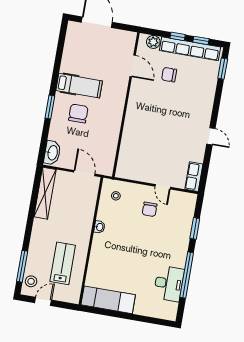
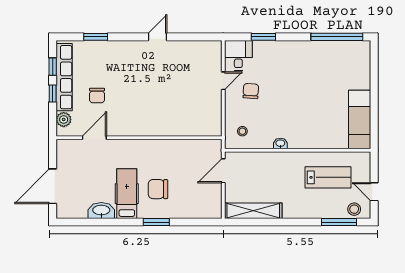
window: (223, 69) -> (96, 37), moved
washbasin: (52, 153) -> (101, 211), moved
row of seats: (194, 177) -> (206, 48), removed
chair: (150, 209) -> (251, 91), turned -86
lab bench: (63, 263) -> (328, 177), turned 180
window: (187, 275) -> (337, 37), moved
desk: (169, 284) -> (238, 55), moved, width x0.73

